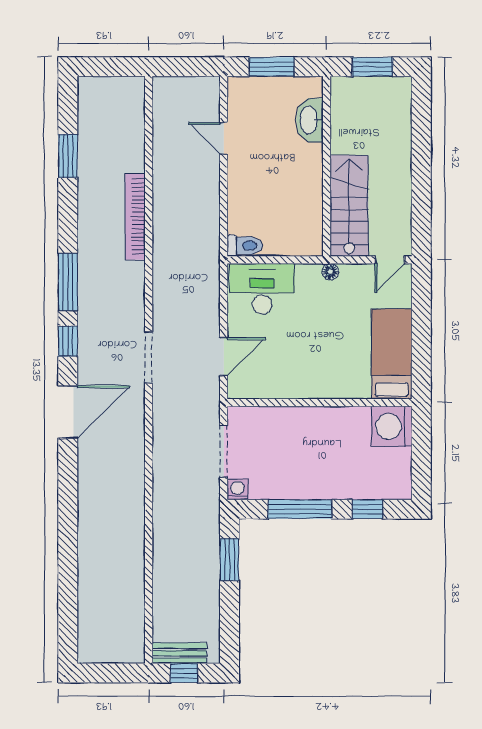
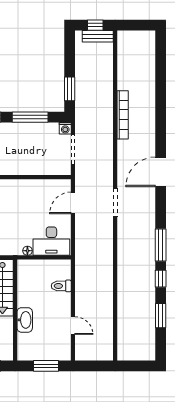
washbasin: (310, 120) -> (25, 320), moved
bookcase: (135, 216) -> (123, 115), moved
toilet: (245, 246) -> (61, 286), moved
floor lamp: (330, 272) -> (27, 251), moved
window: (68, 341) -> (161, 279), moved

